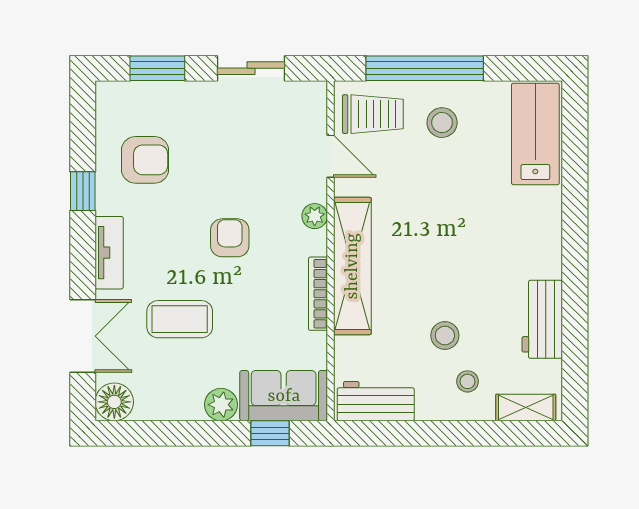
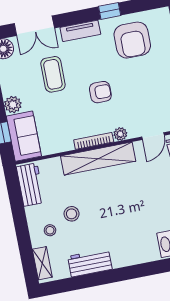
armchair: (145, 160) -> (132, 40), width x1.36, depth x1.36
bookcase: (318, 294) -> (94, 141), moved

